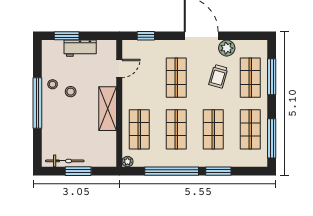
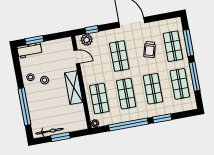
workbench: (80, 48) -> (29, 50), moved
plant: (227, 48) -> (87, 40), moved
door: (119, 68) -> (77, 57), hinge flipped
window: (37, 103) -> (24, 107), moved
window: (272, 138) -> (195, 76), moved

